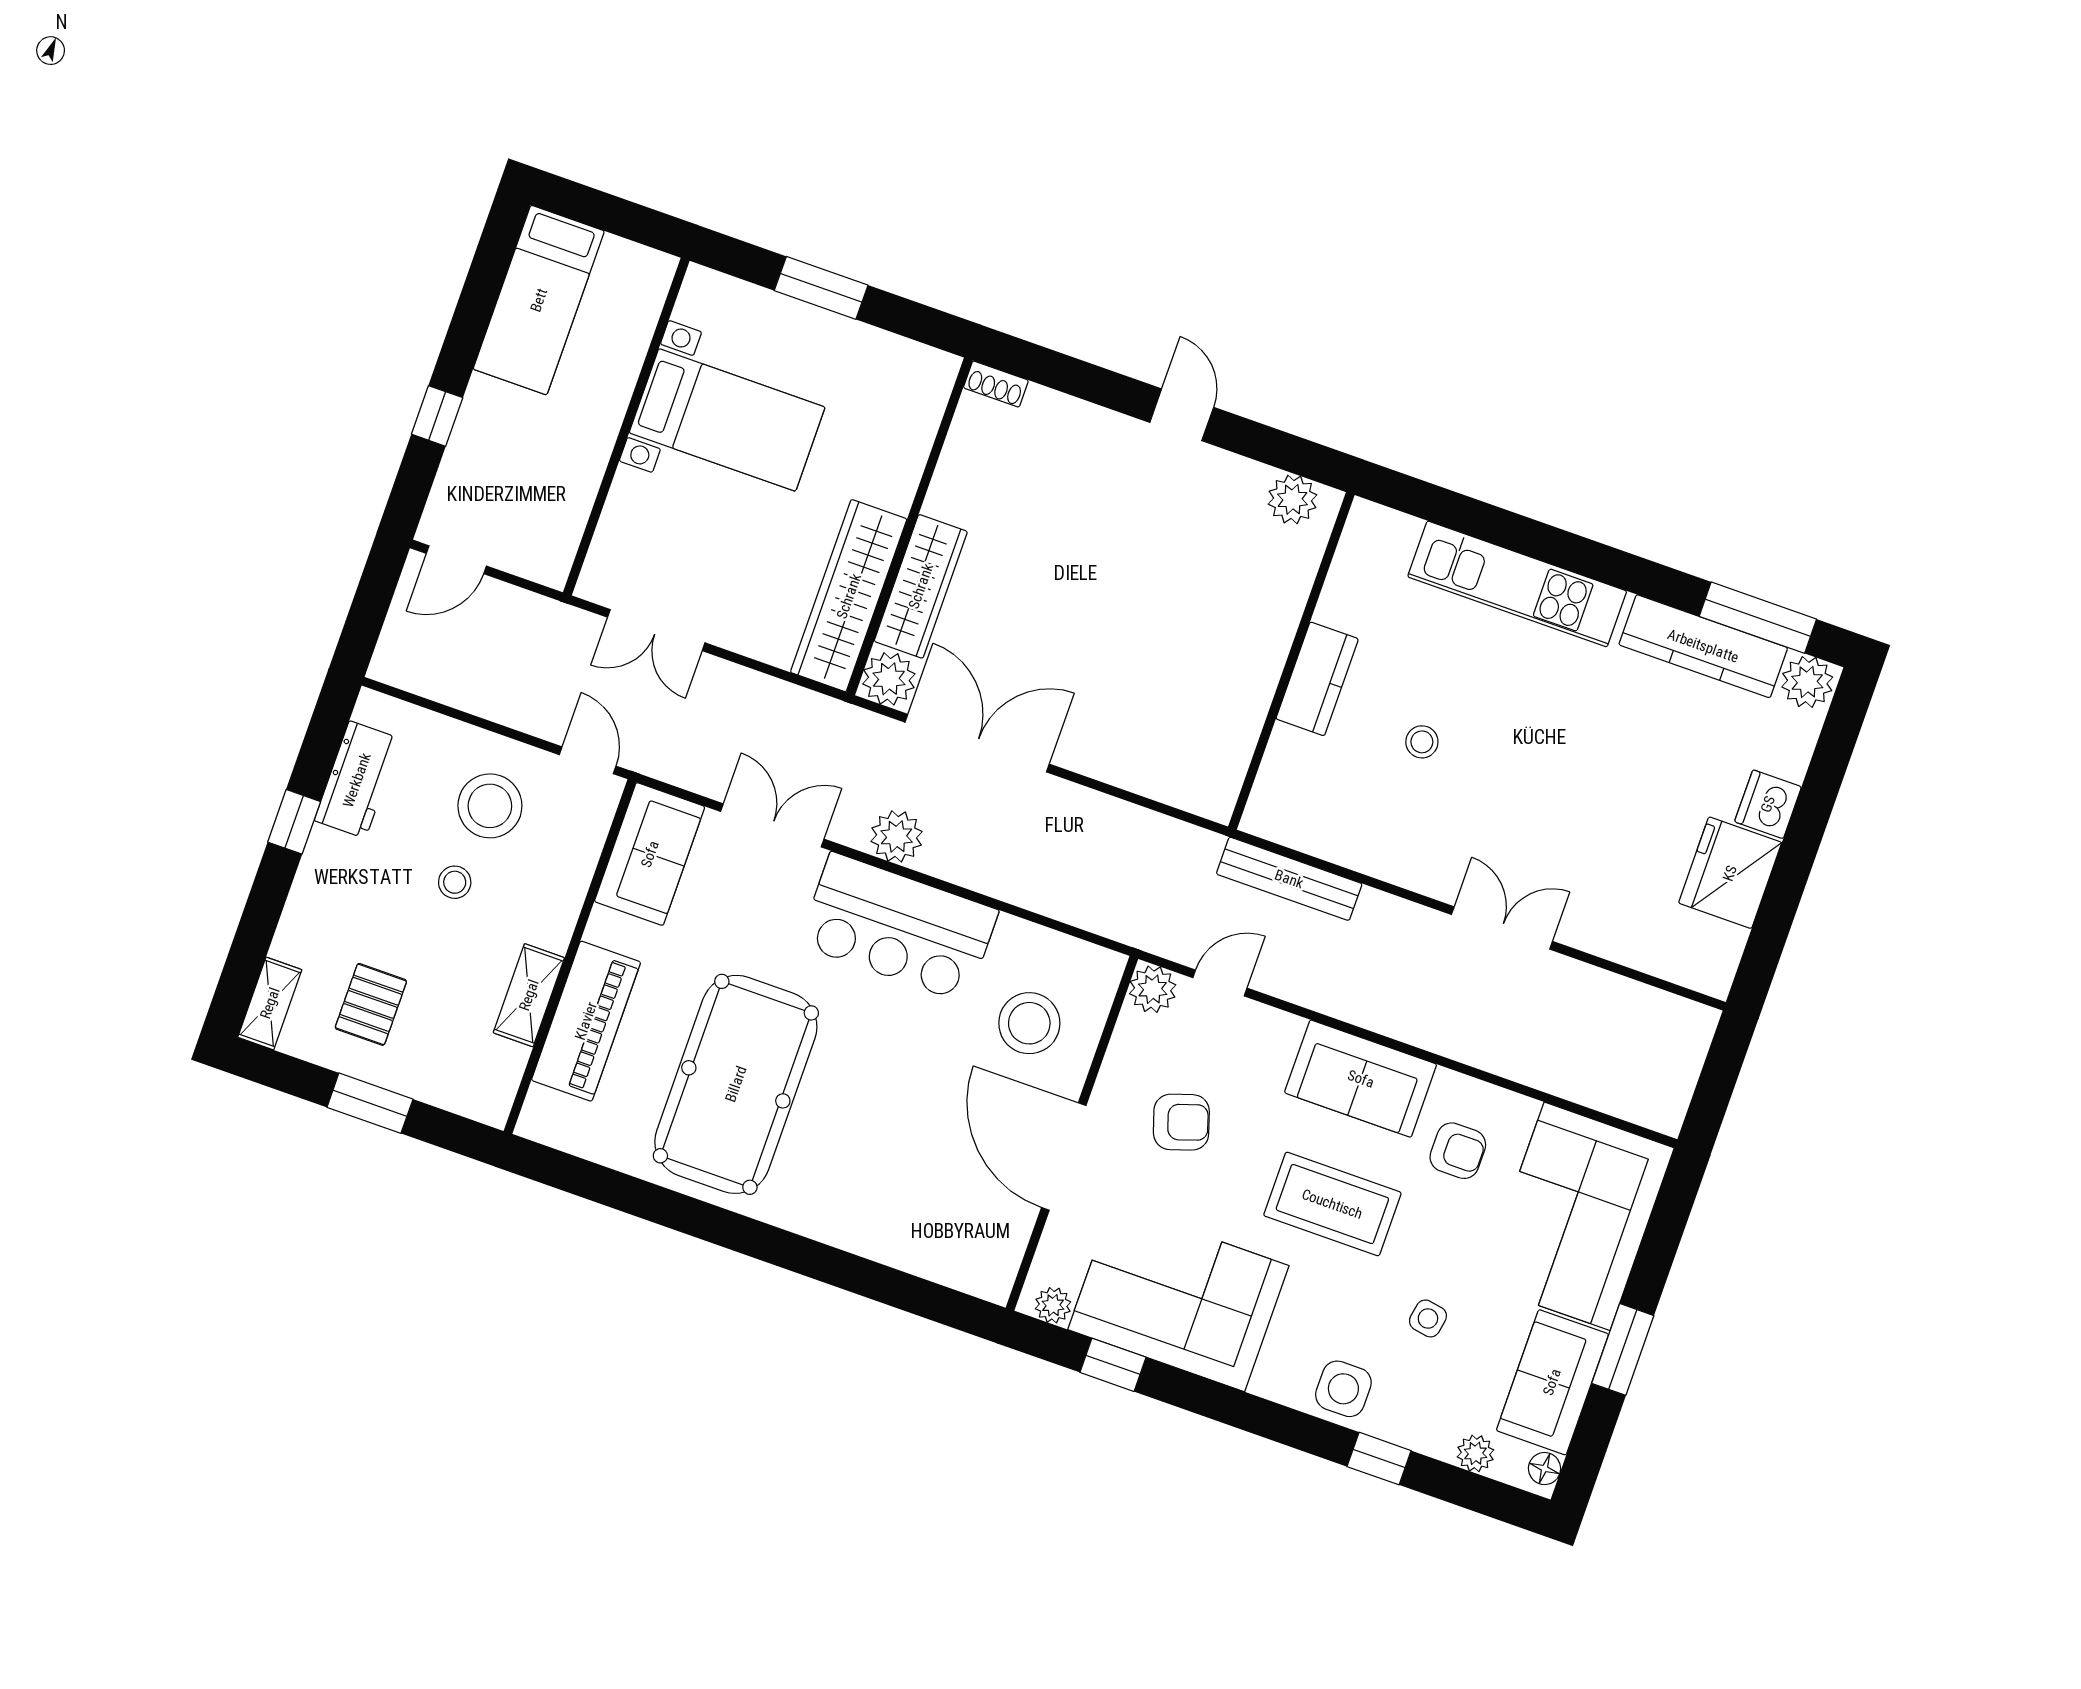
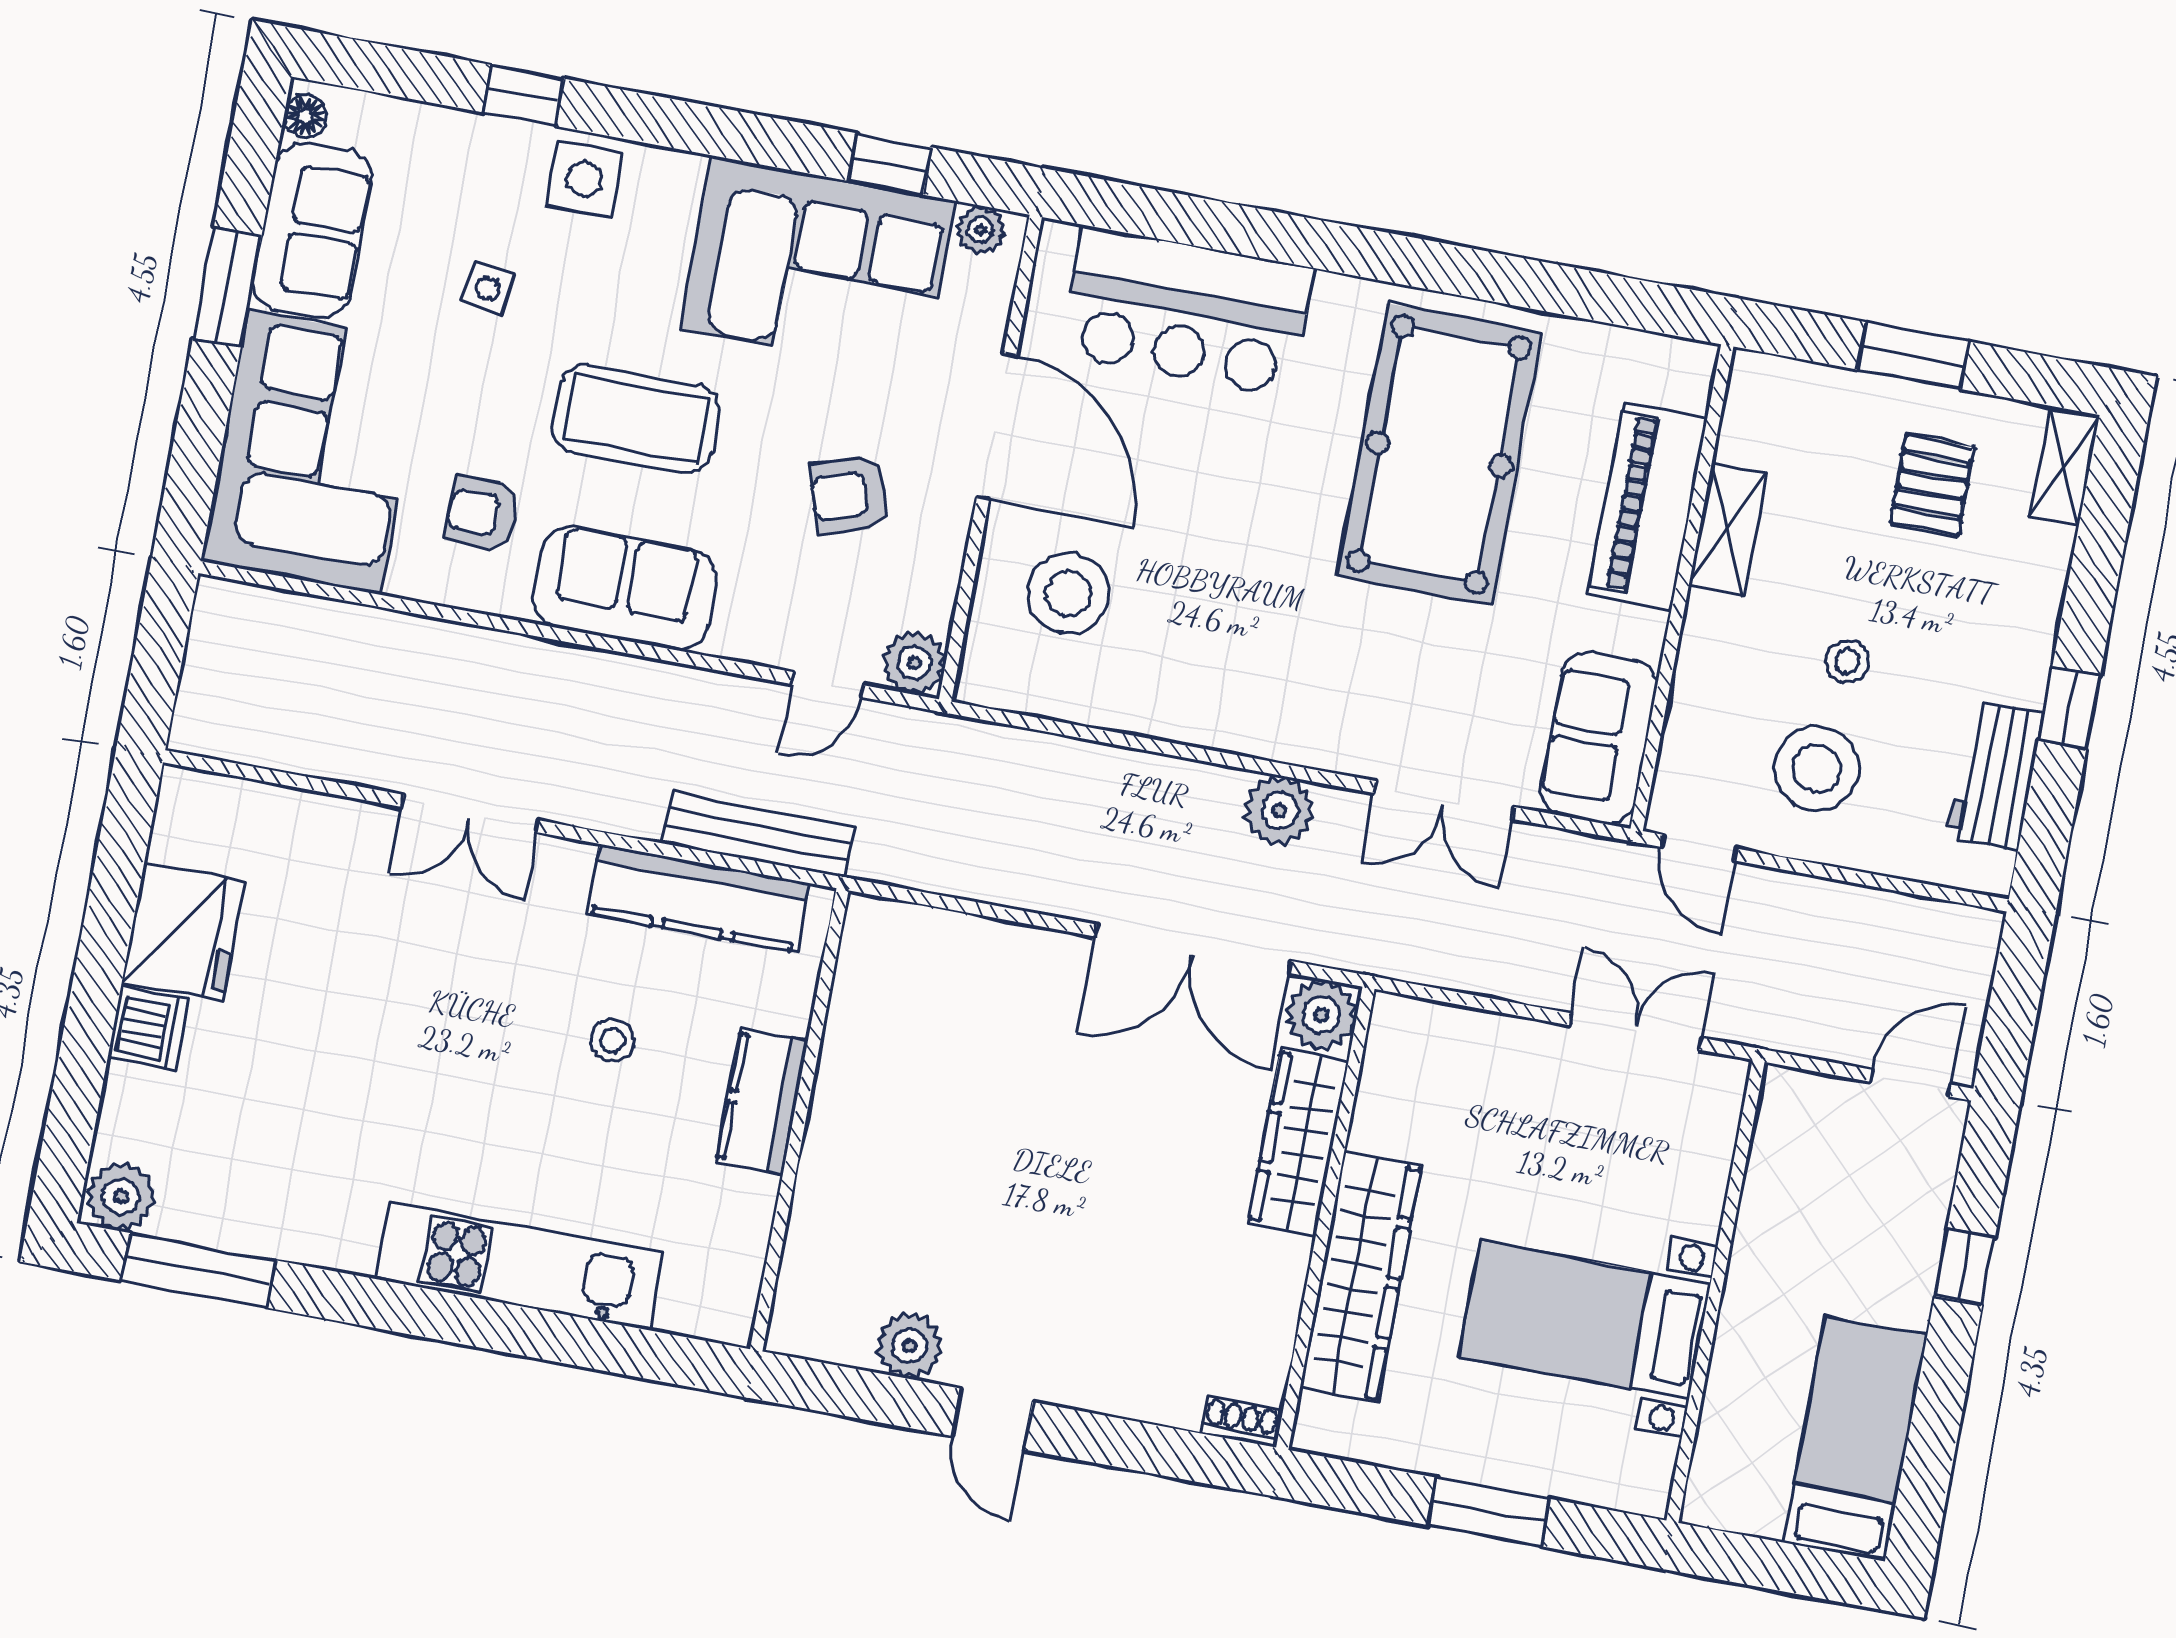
plant: (1292, 499) -> (909, 1346), moved
wardrobe: (849, 596) -> (1360, 1277), moved
kitchen counter: (1703, 646) -> (698, 898), moved, turned 180
bar counter: (899, 927) -> (1187, 311), moved, turned 180
plant: (1475, 1453) -> (398, 122), removed

